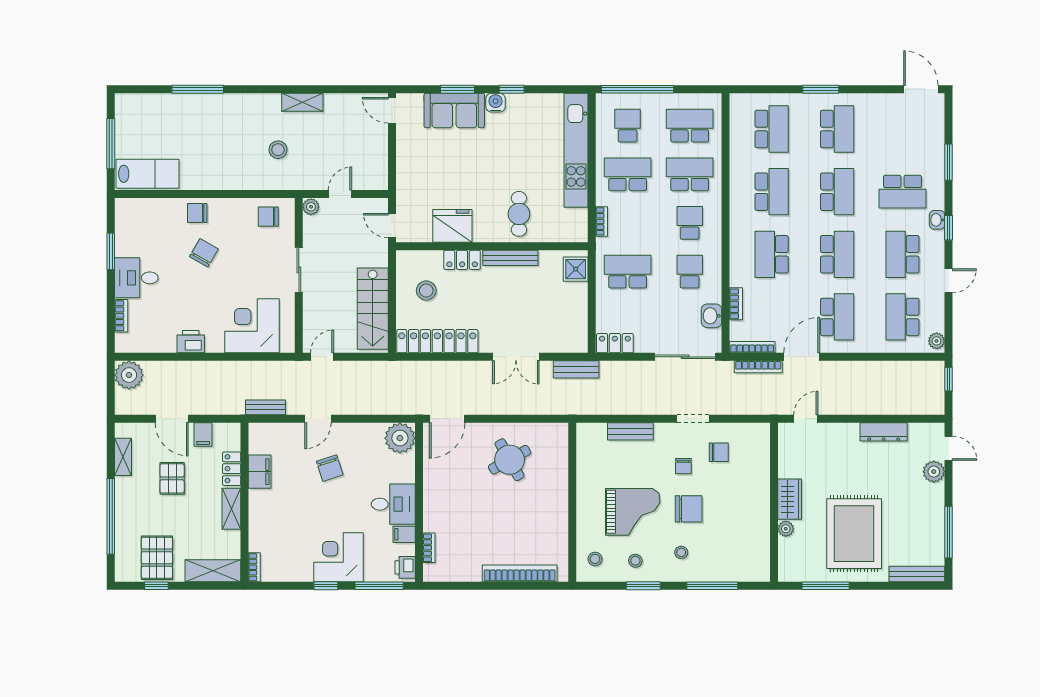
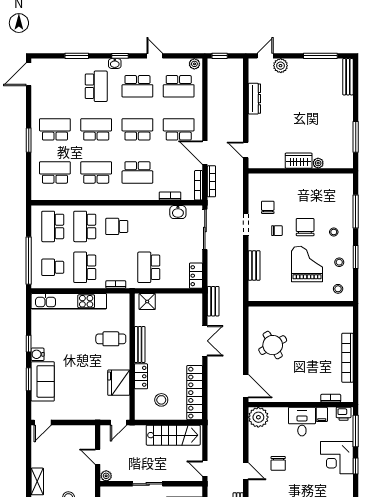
school desk: (690, 272) -> (149, 226), removed
chair: (330, 468) -> (278, 463), turned 108
rug: (854, 534) -> (321, 118), removed
bookcase: (520, 573) -> (348, 358), moved

